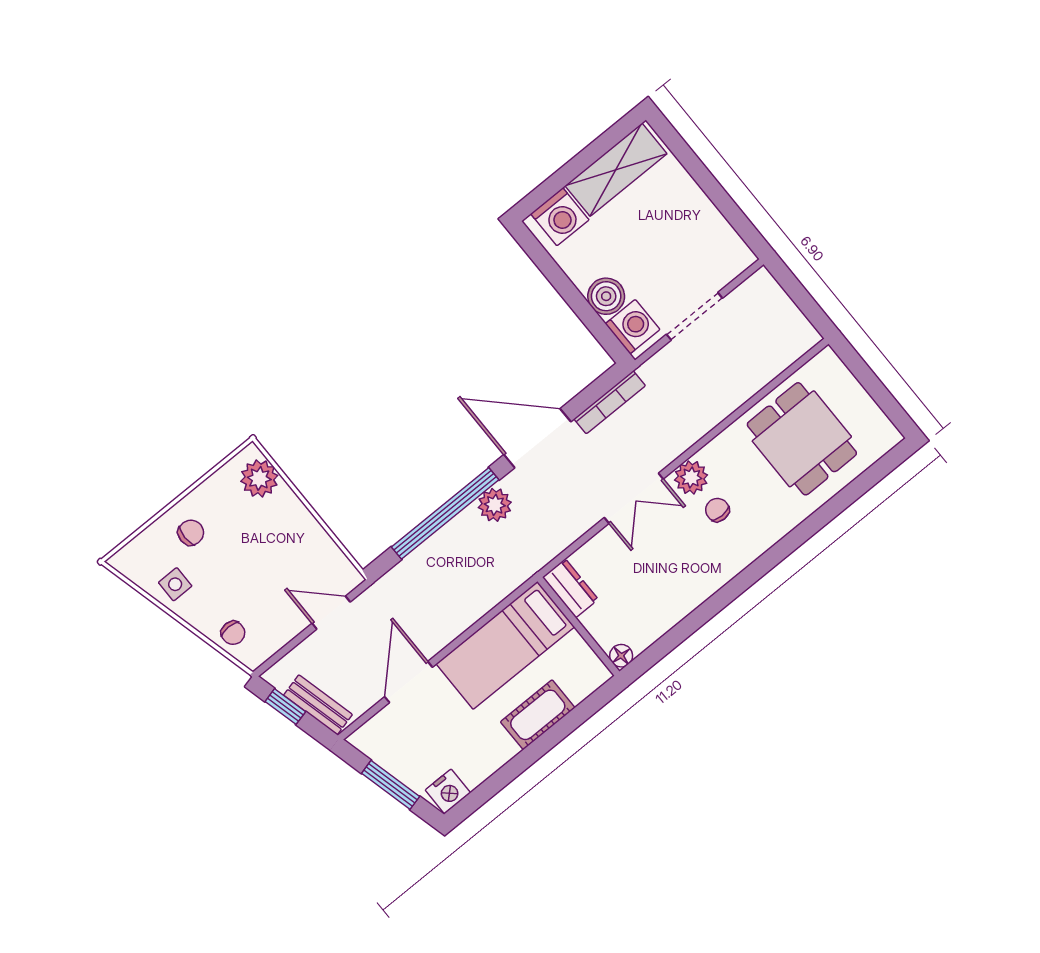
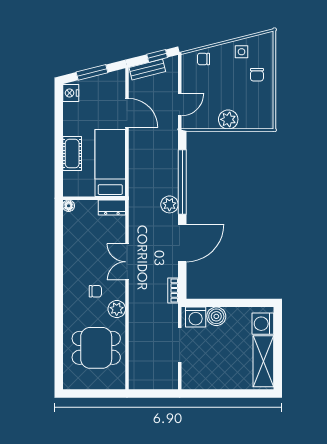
bookcase: (610, 402) -> (173, 290), width x0.64
plant: (259, 478) -> (228, 119), moved
plant: (691, 478) -> (117, 309), moved

